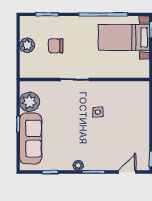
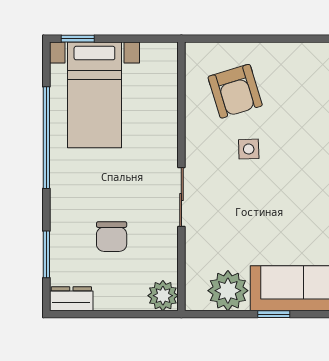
dresser: (26, 26) -> (71, 299), added
plant: (27, 45) -> (163, 296), moved
armchair: (126, 105) -> (235, 91), added

